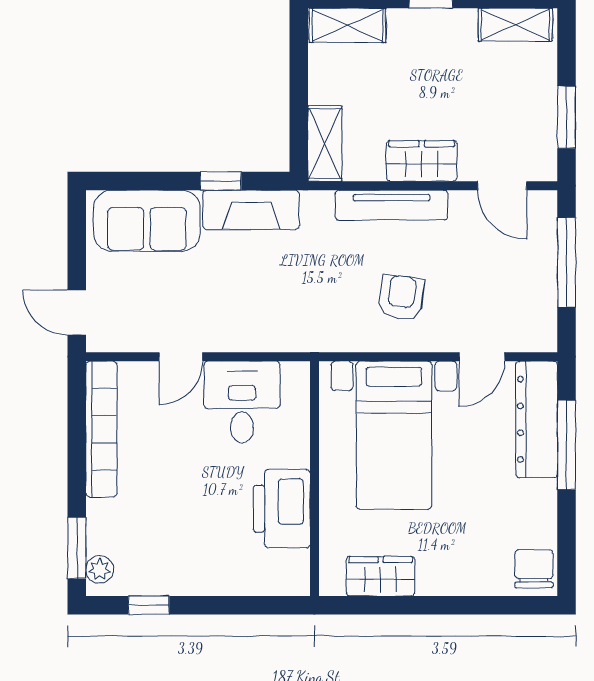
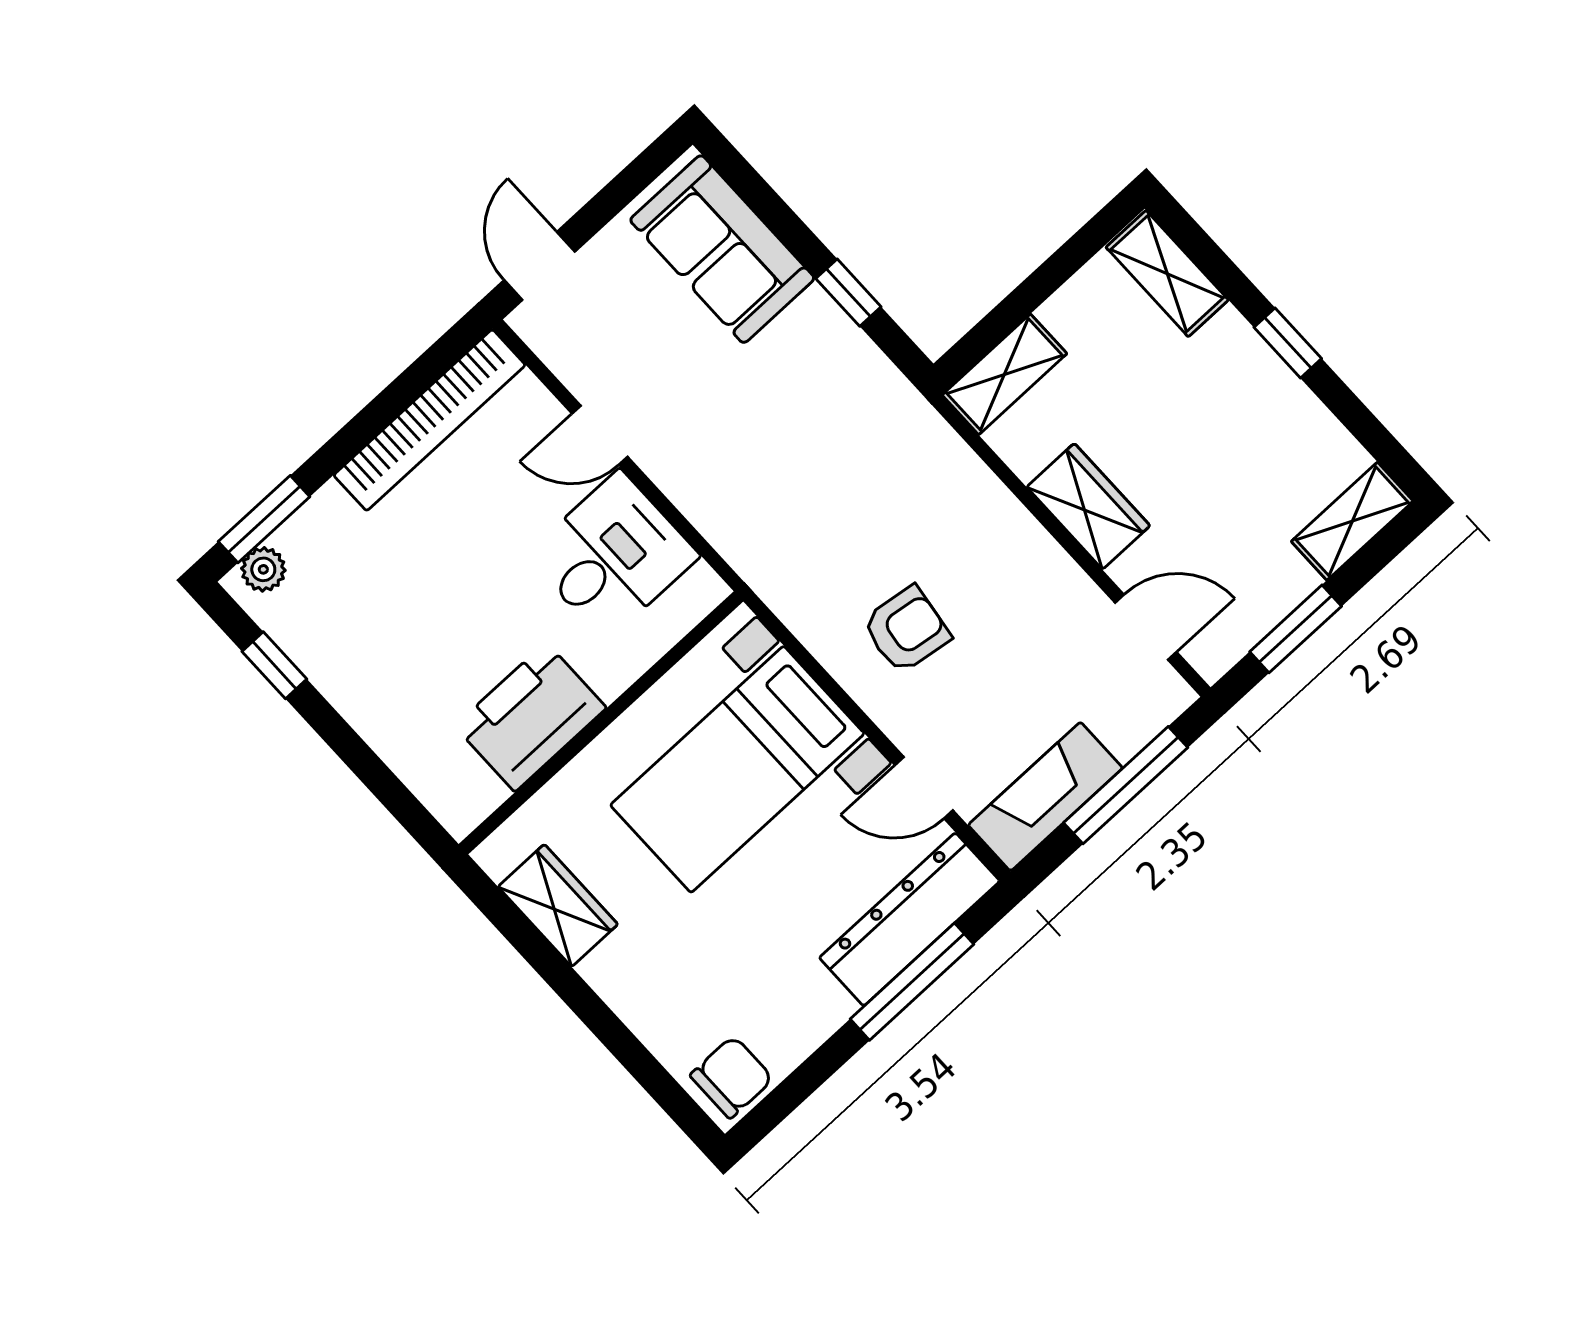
shelving: (515, 25) -> (1352, 521), moved, turned 90
door: (502, 186) -> (1146, 627), swing flipped
tv unit: (392, 205) -> (1004, 519), removed
fireplace: (251, 210) -> (1045, 797), moved, turned 90

